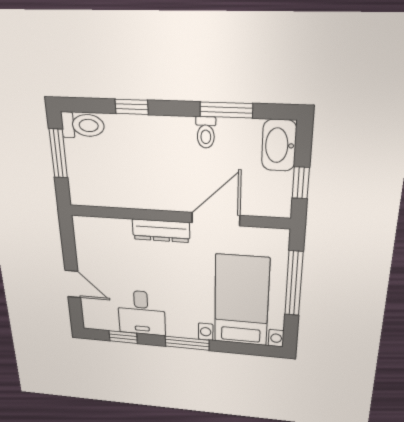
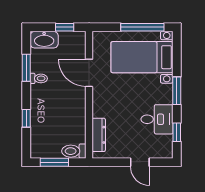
toilet: (83, 125) -> (74, 151), moved, turned -90
dresser: (161, 231) -> (99, 135), moved
door: (73, 284) -> (140, 162), swing flipped
window: (294, 284) -> (142, 27), moved

